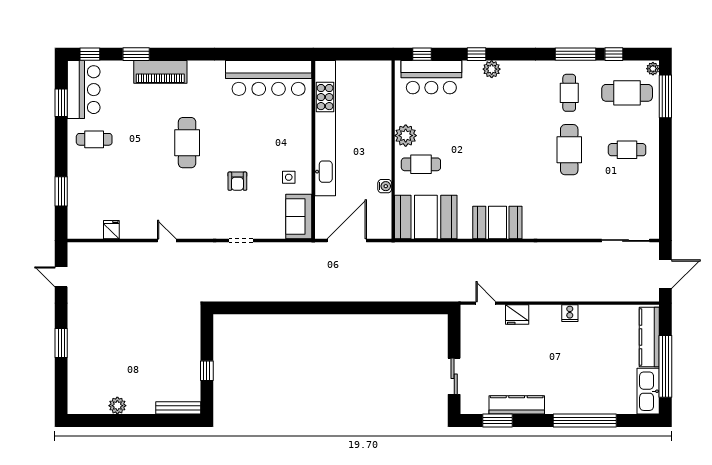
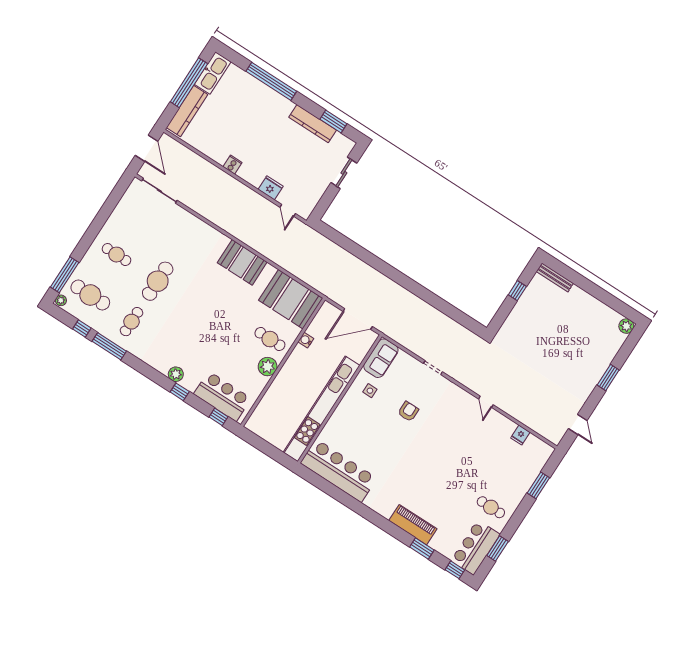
cafe table: (187, 143) -> (426, 462), removed
door: (665, 274) -> (146, 148), swing flipped
plant: (117, 406) -> (626, 326), moved

